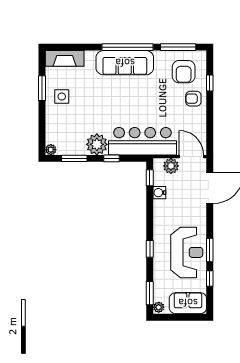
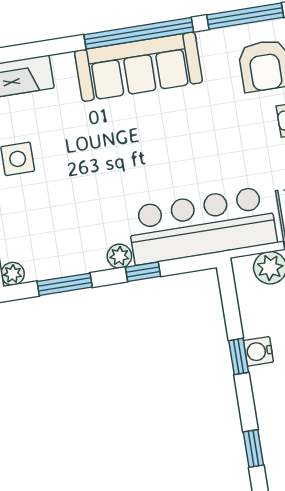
plant: (97, 144) -> (119, 256), width x0.53, depth x0.53
window: (150, 178) -> (239, 356), moved
water cooler: (159, 193) -> (258, 351), moved

